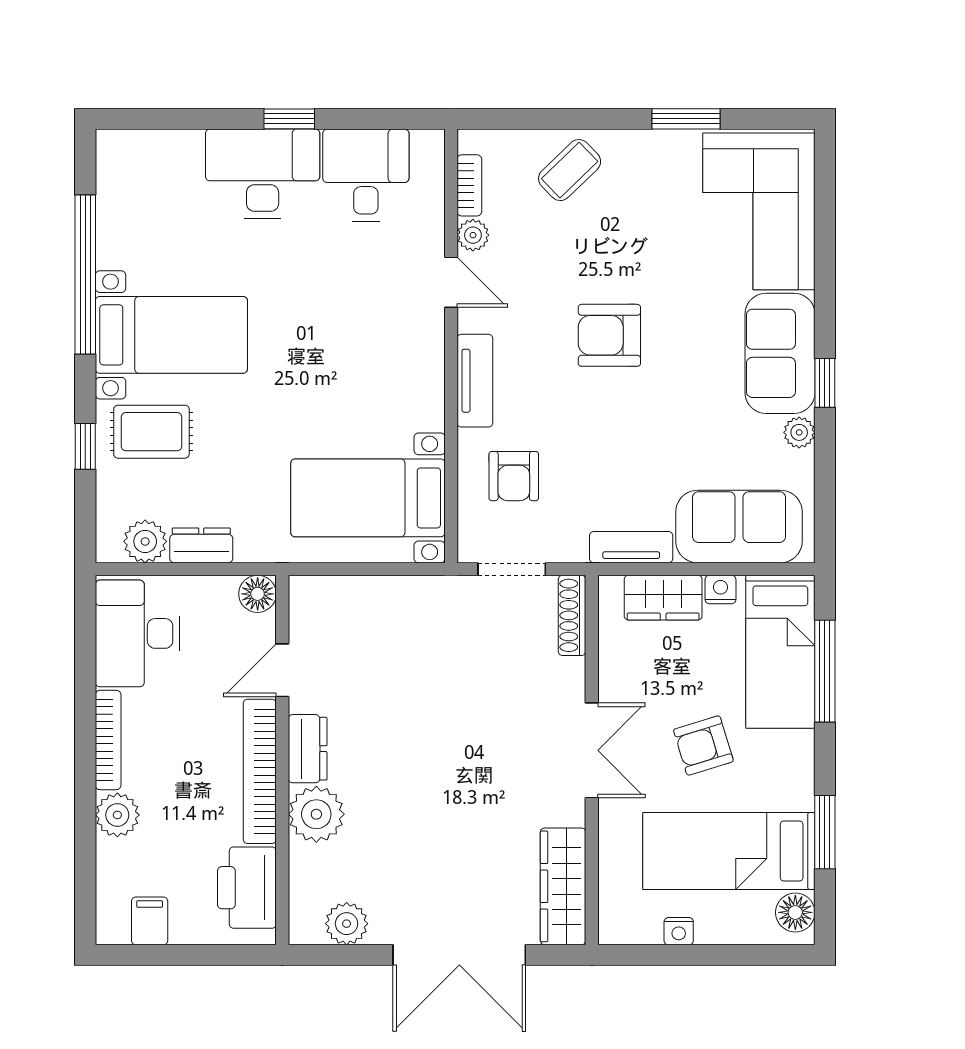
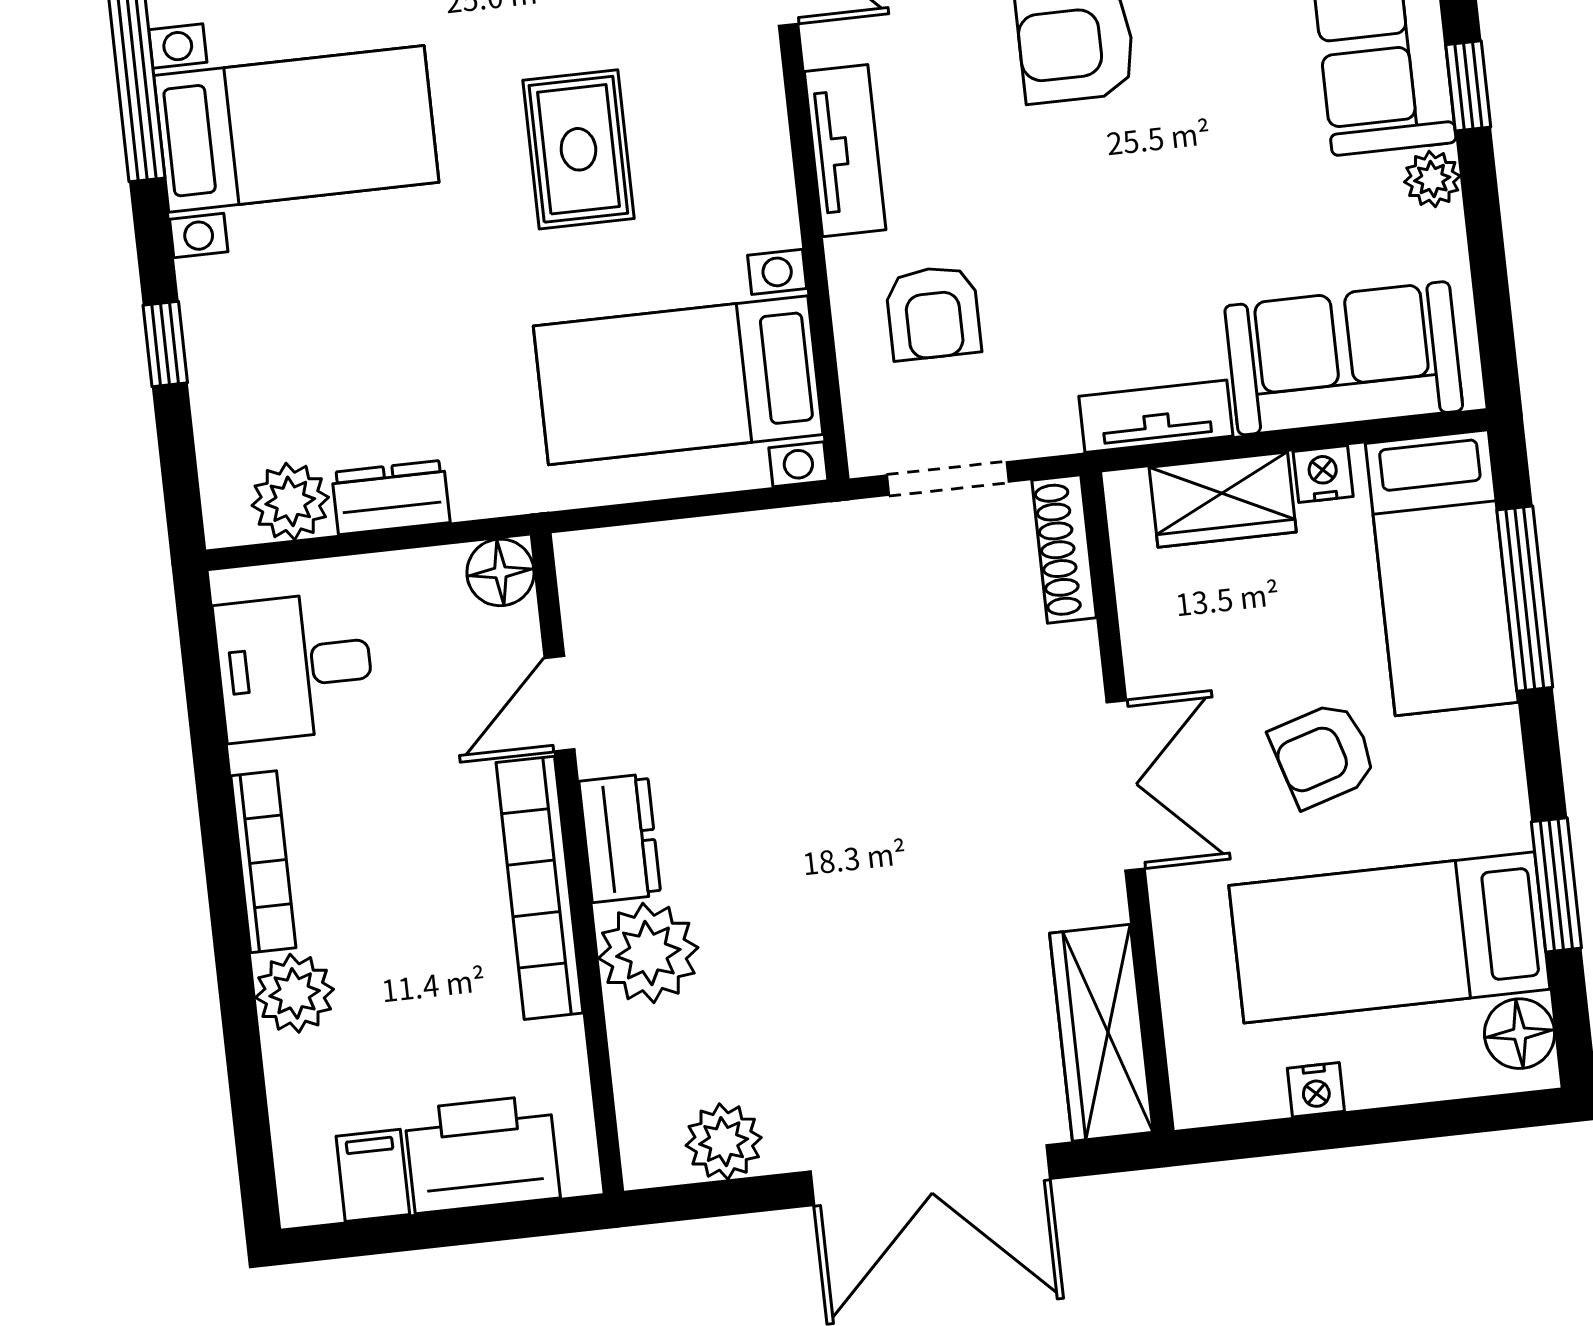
rug: (151, 432) -> (578, 149), moved, turned 90
desk: (137, 633) -> (295, 667), width x0.73
printer: (247, 888) -> (482, 1154), moved, turned 90

